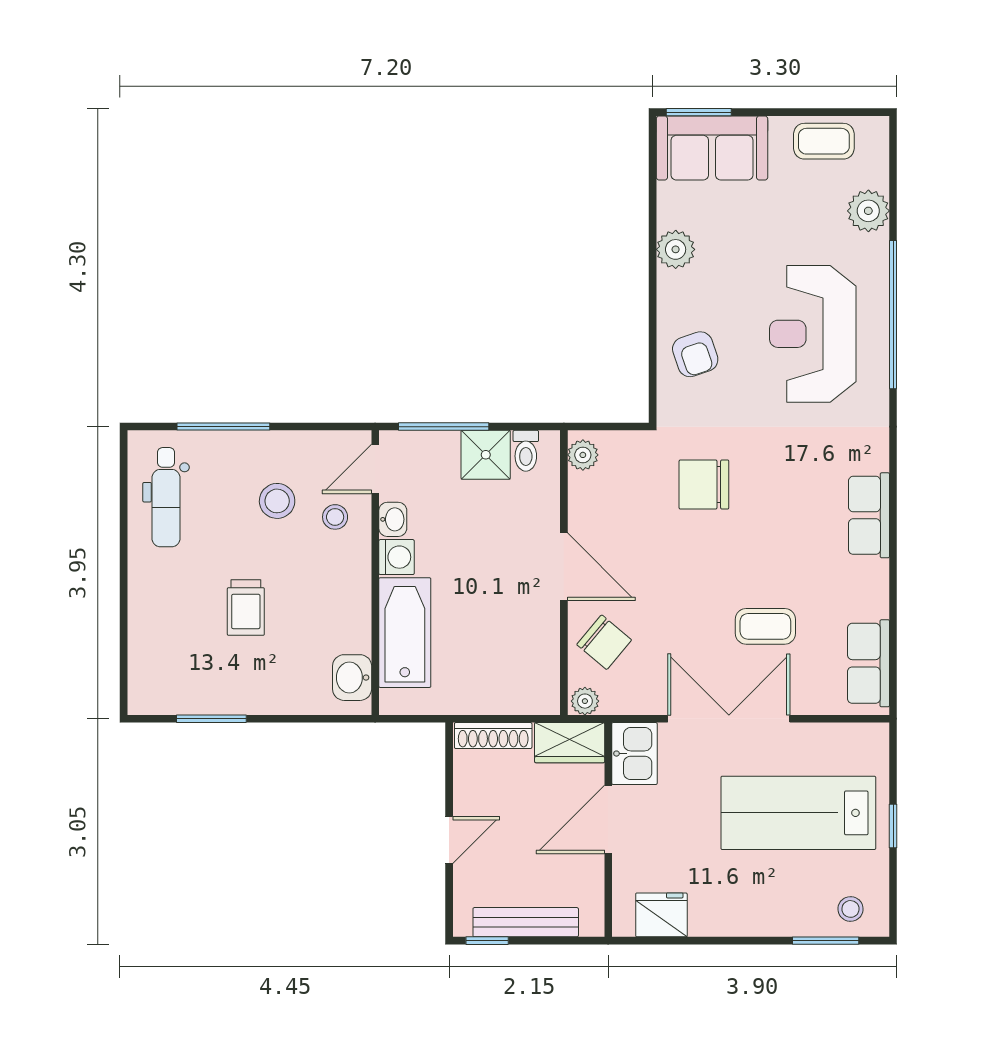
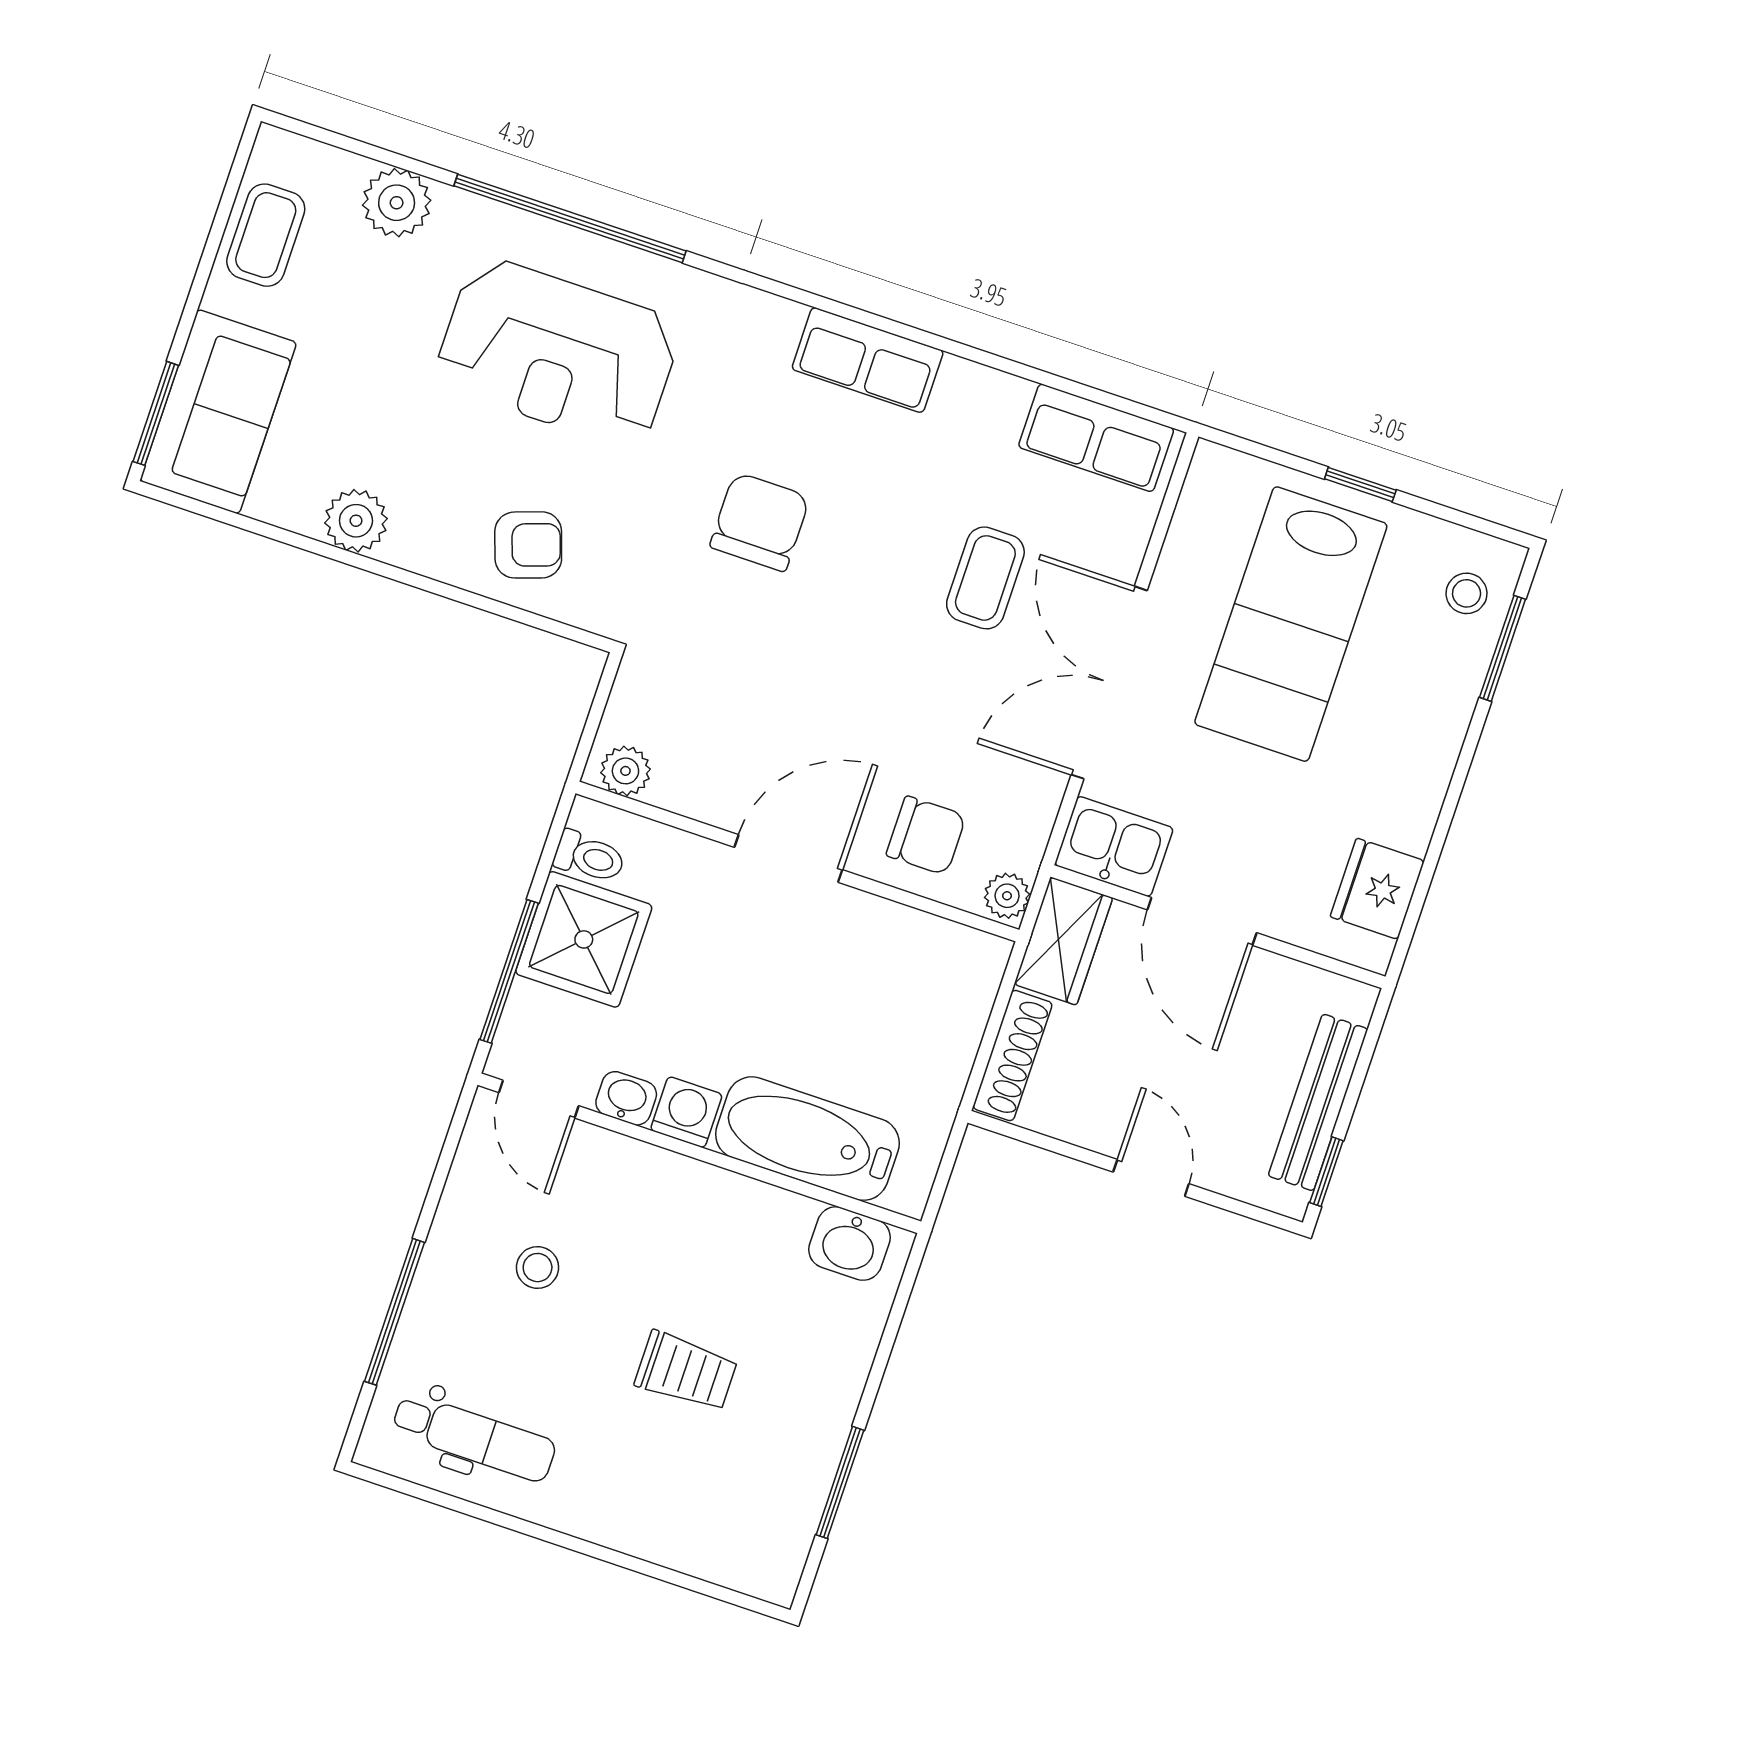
shower: (486, 455) -> (584, 939), width x1.36, depth x1.36
chair: (704, 484) -> (760, 522), moved, turned 180
stool: (277, 501) -> (538, 1268), width x0.73, depth x0.73
stool: (335, 517) -> (592, 1186), removed
chair: (604, 642) -> (926, 835), turned 50

